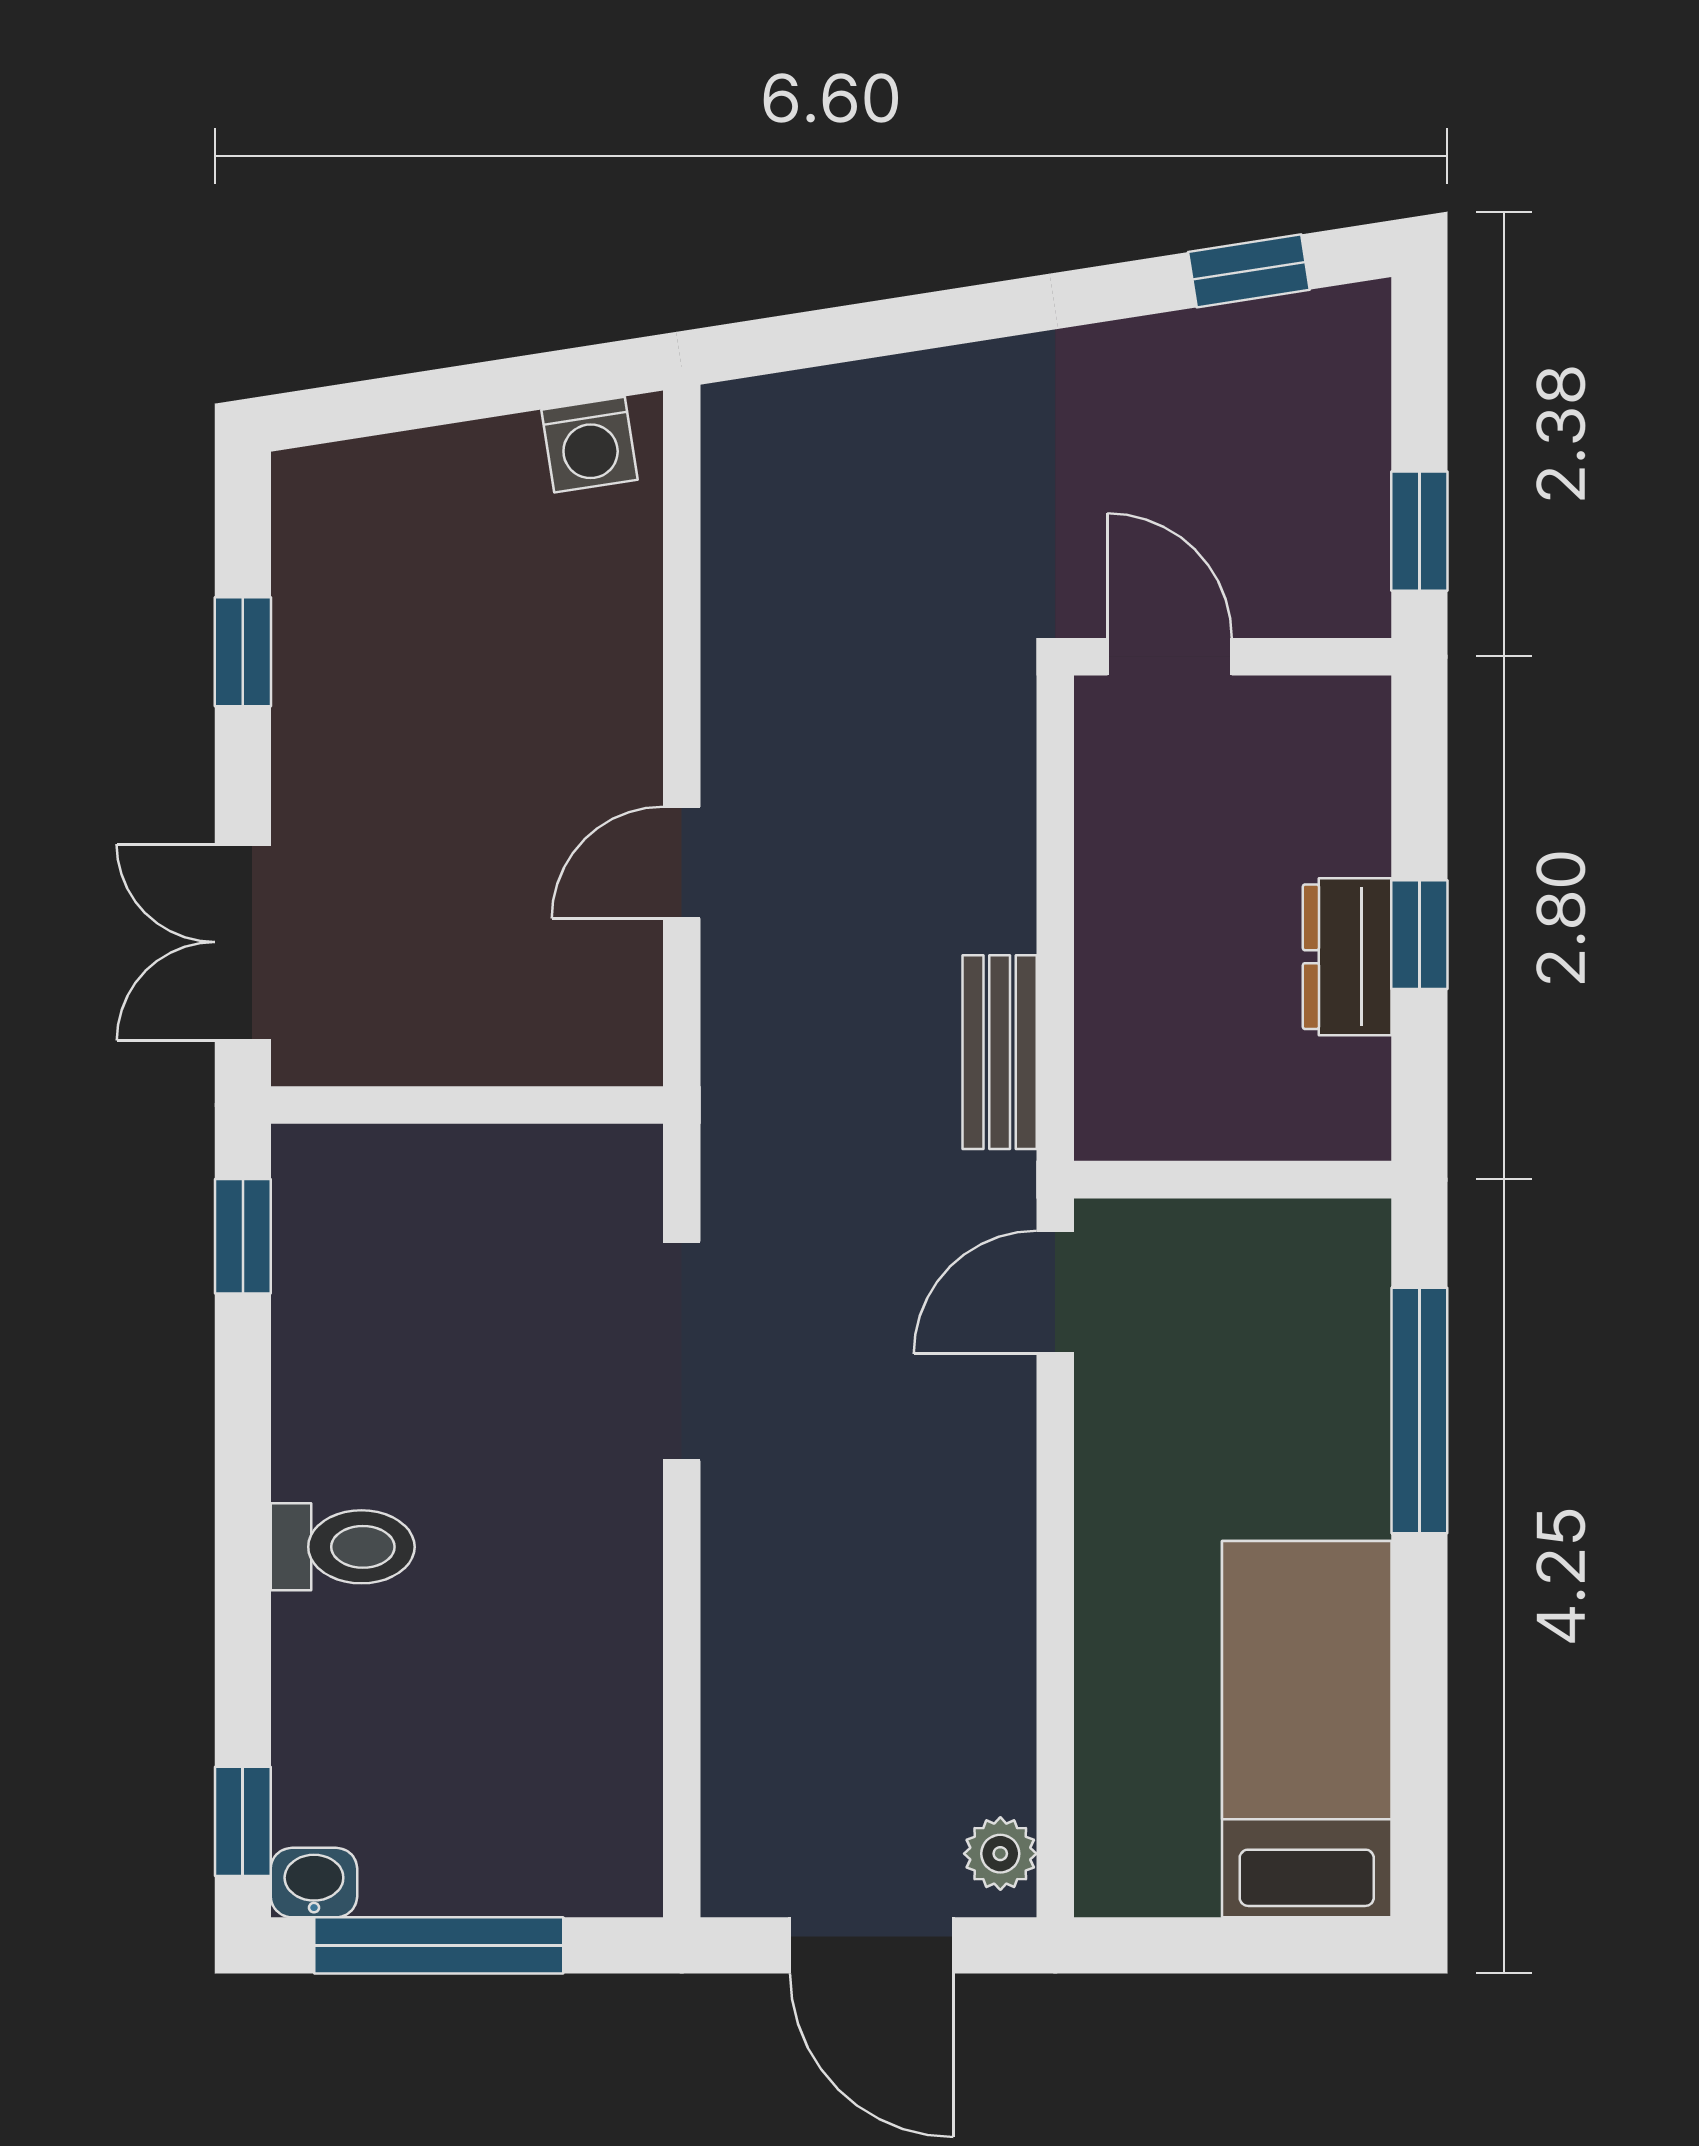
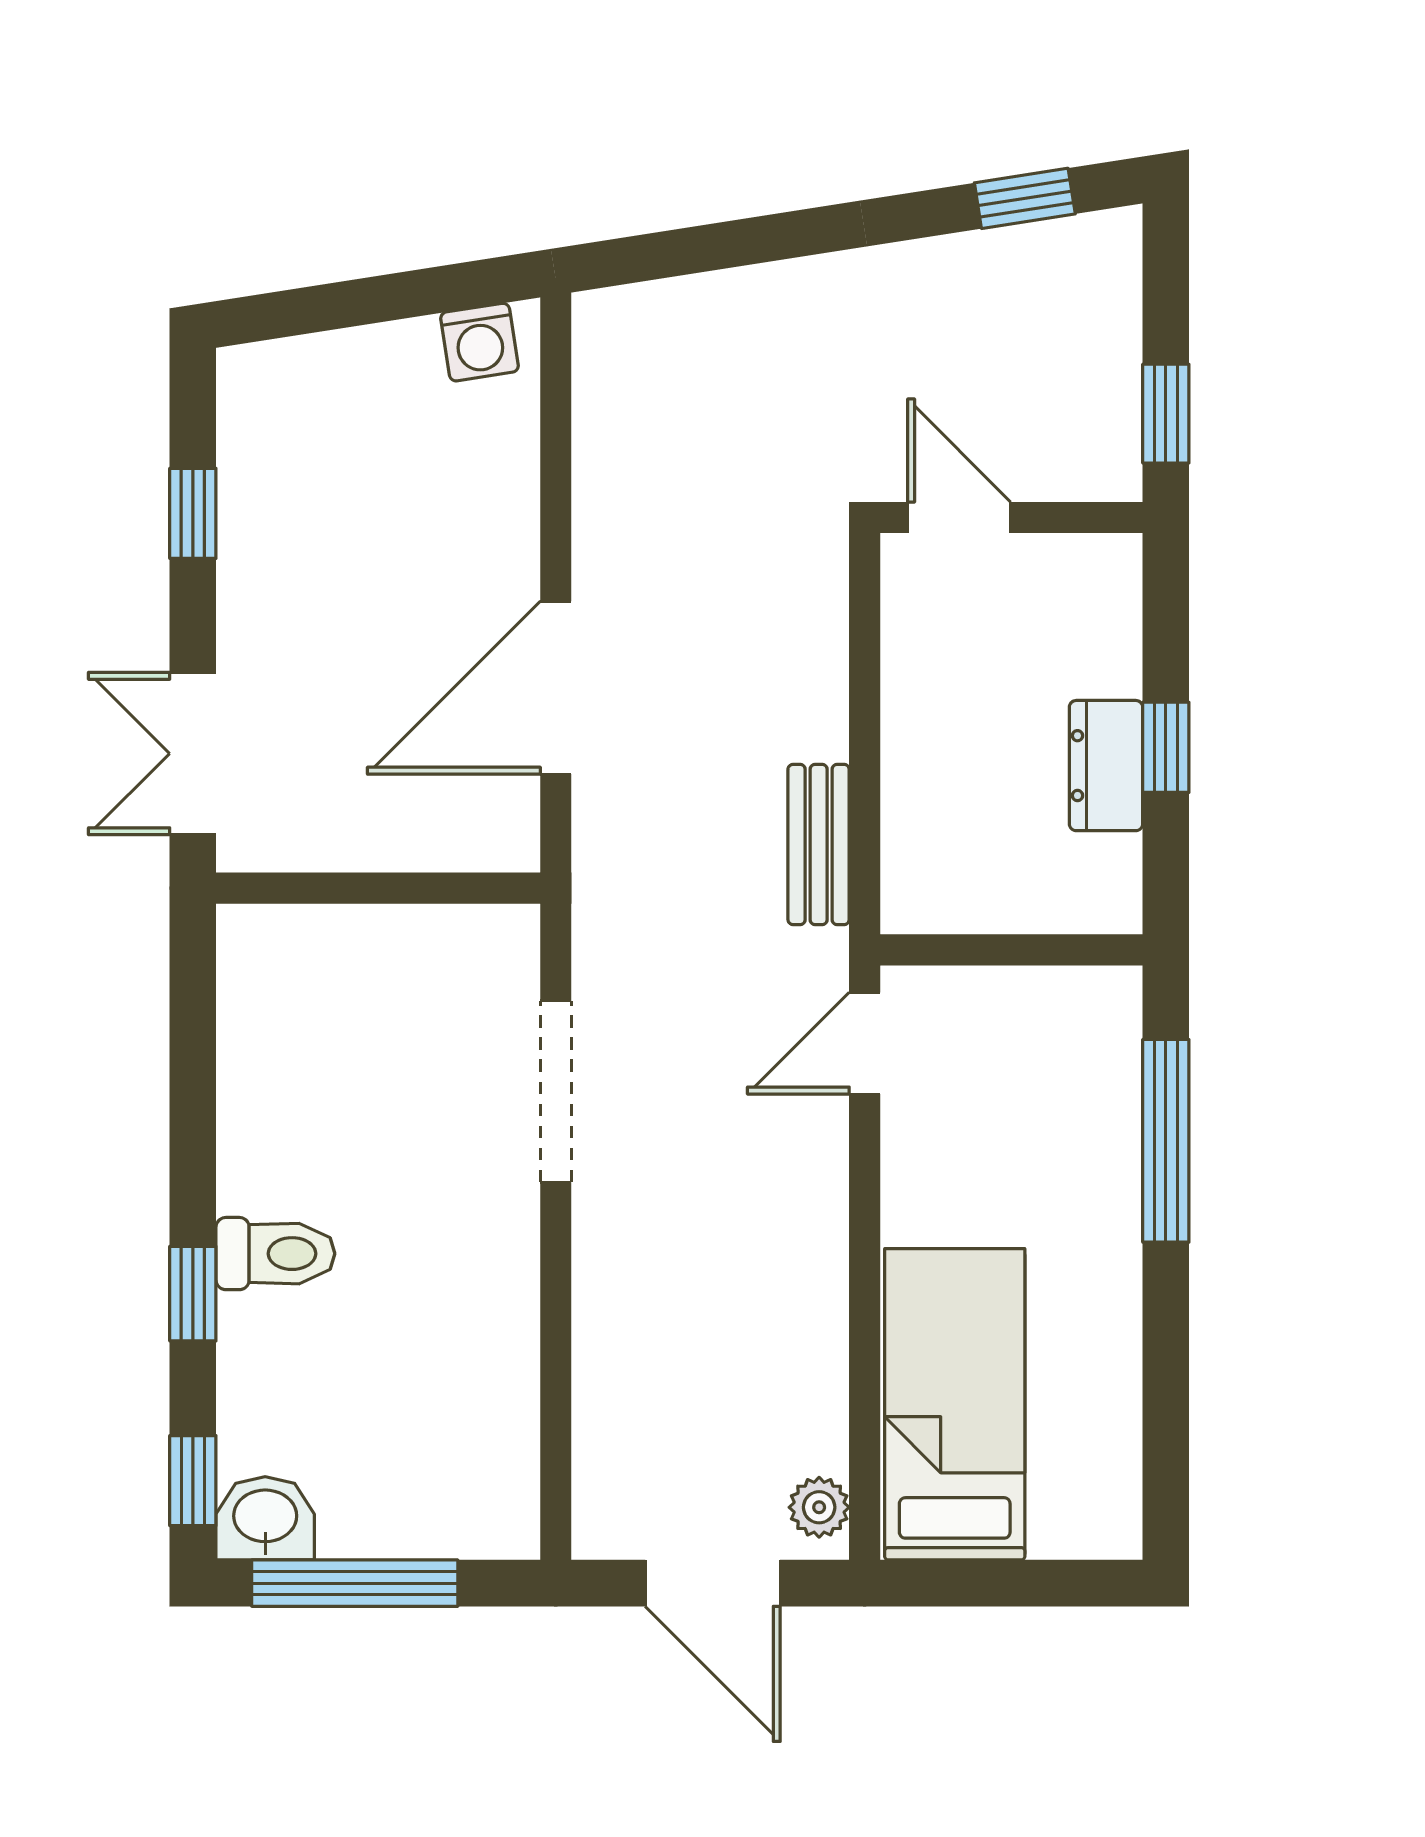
door: (682, 863) -> (556, 688), width x1.88
window: (243, 1236) -> (193, 1294), moved
bed: (1307, 1729) -> (955, 1404), moved
washbasin: (314, 1883) -> (265, 1518), width x1.38, depth x1.45

